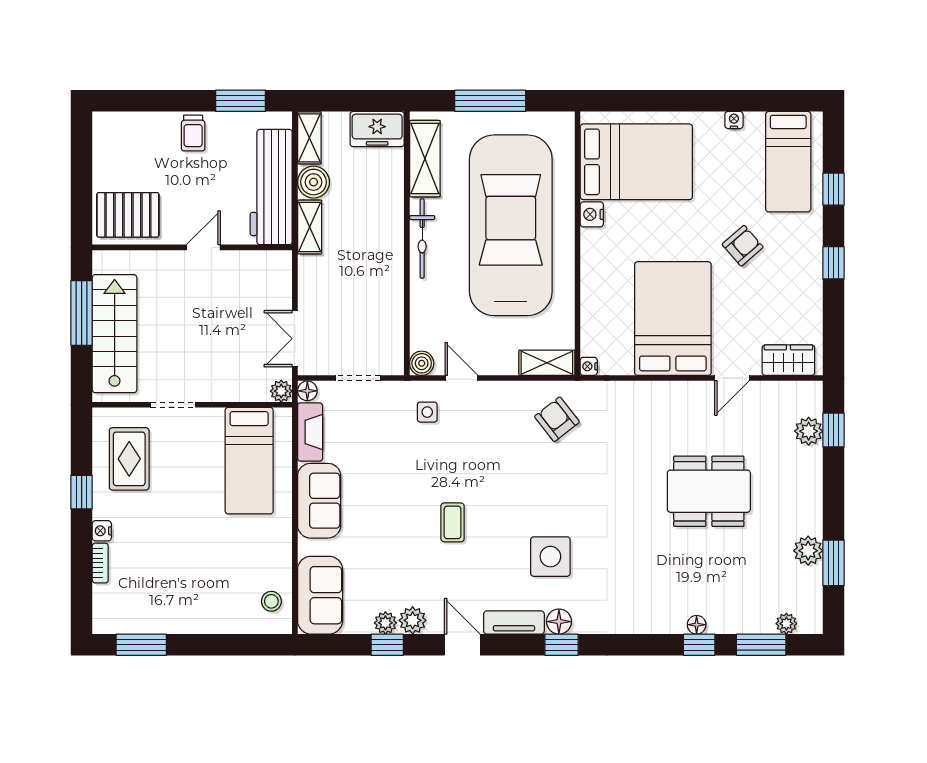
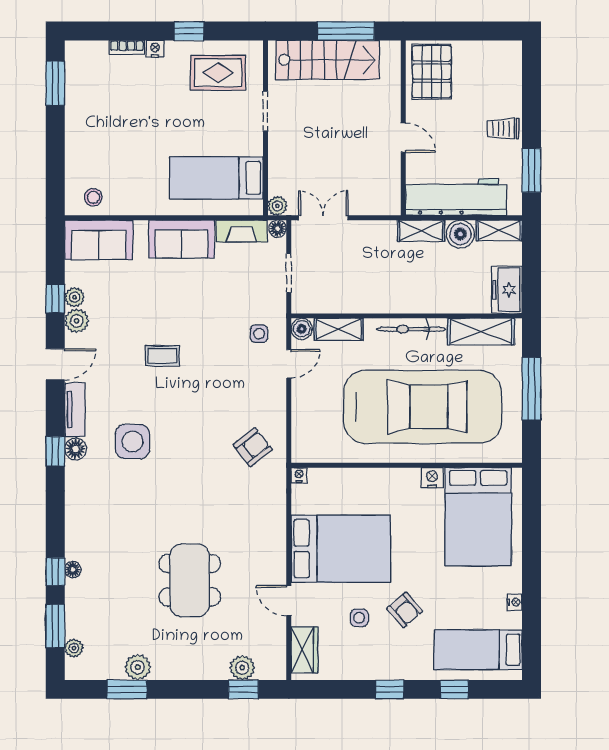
side table: (752, 298) -> (359, 618), added
shelving: (547, 363) -> (339, 329), moved, turned 90

